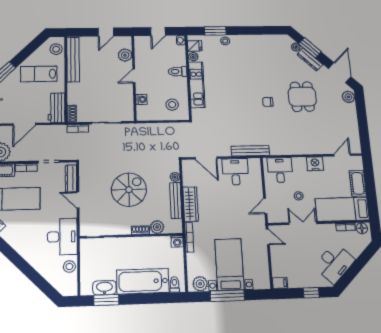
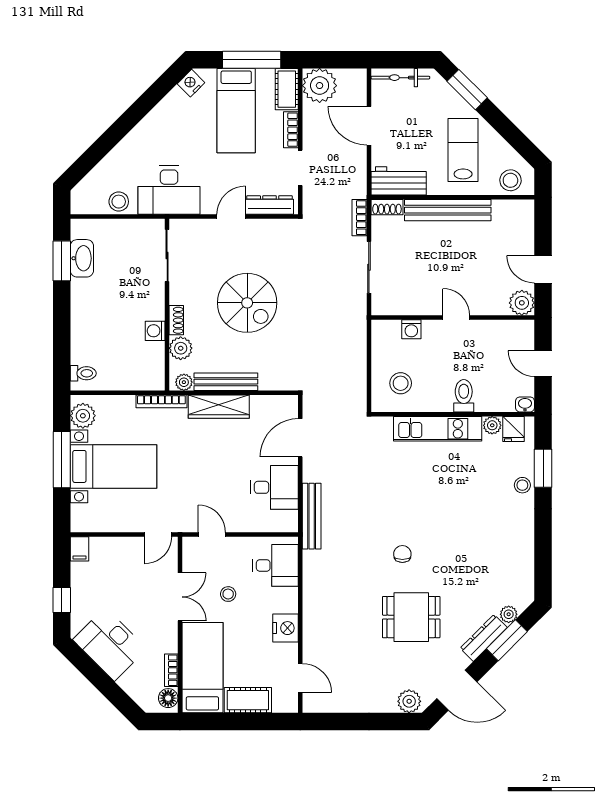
plant: (125, 55) -> (522, 303), moved
bench: (73, 59) -> (448, 210), moved
plant: (175, 177) -> (184, 382), moved
washing machine: (177, 241) -> (155, 331), moved
bathtub: (143, 281) -> (90, 321), removed

